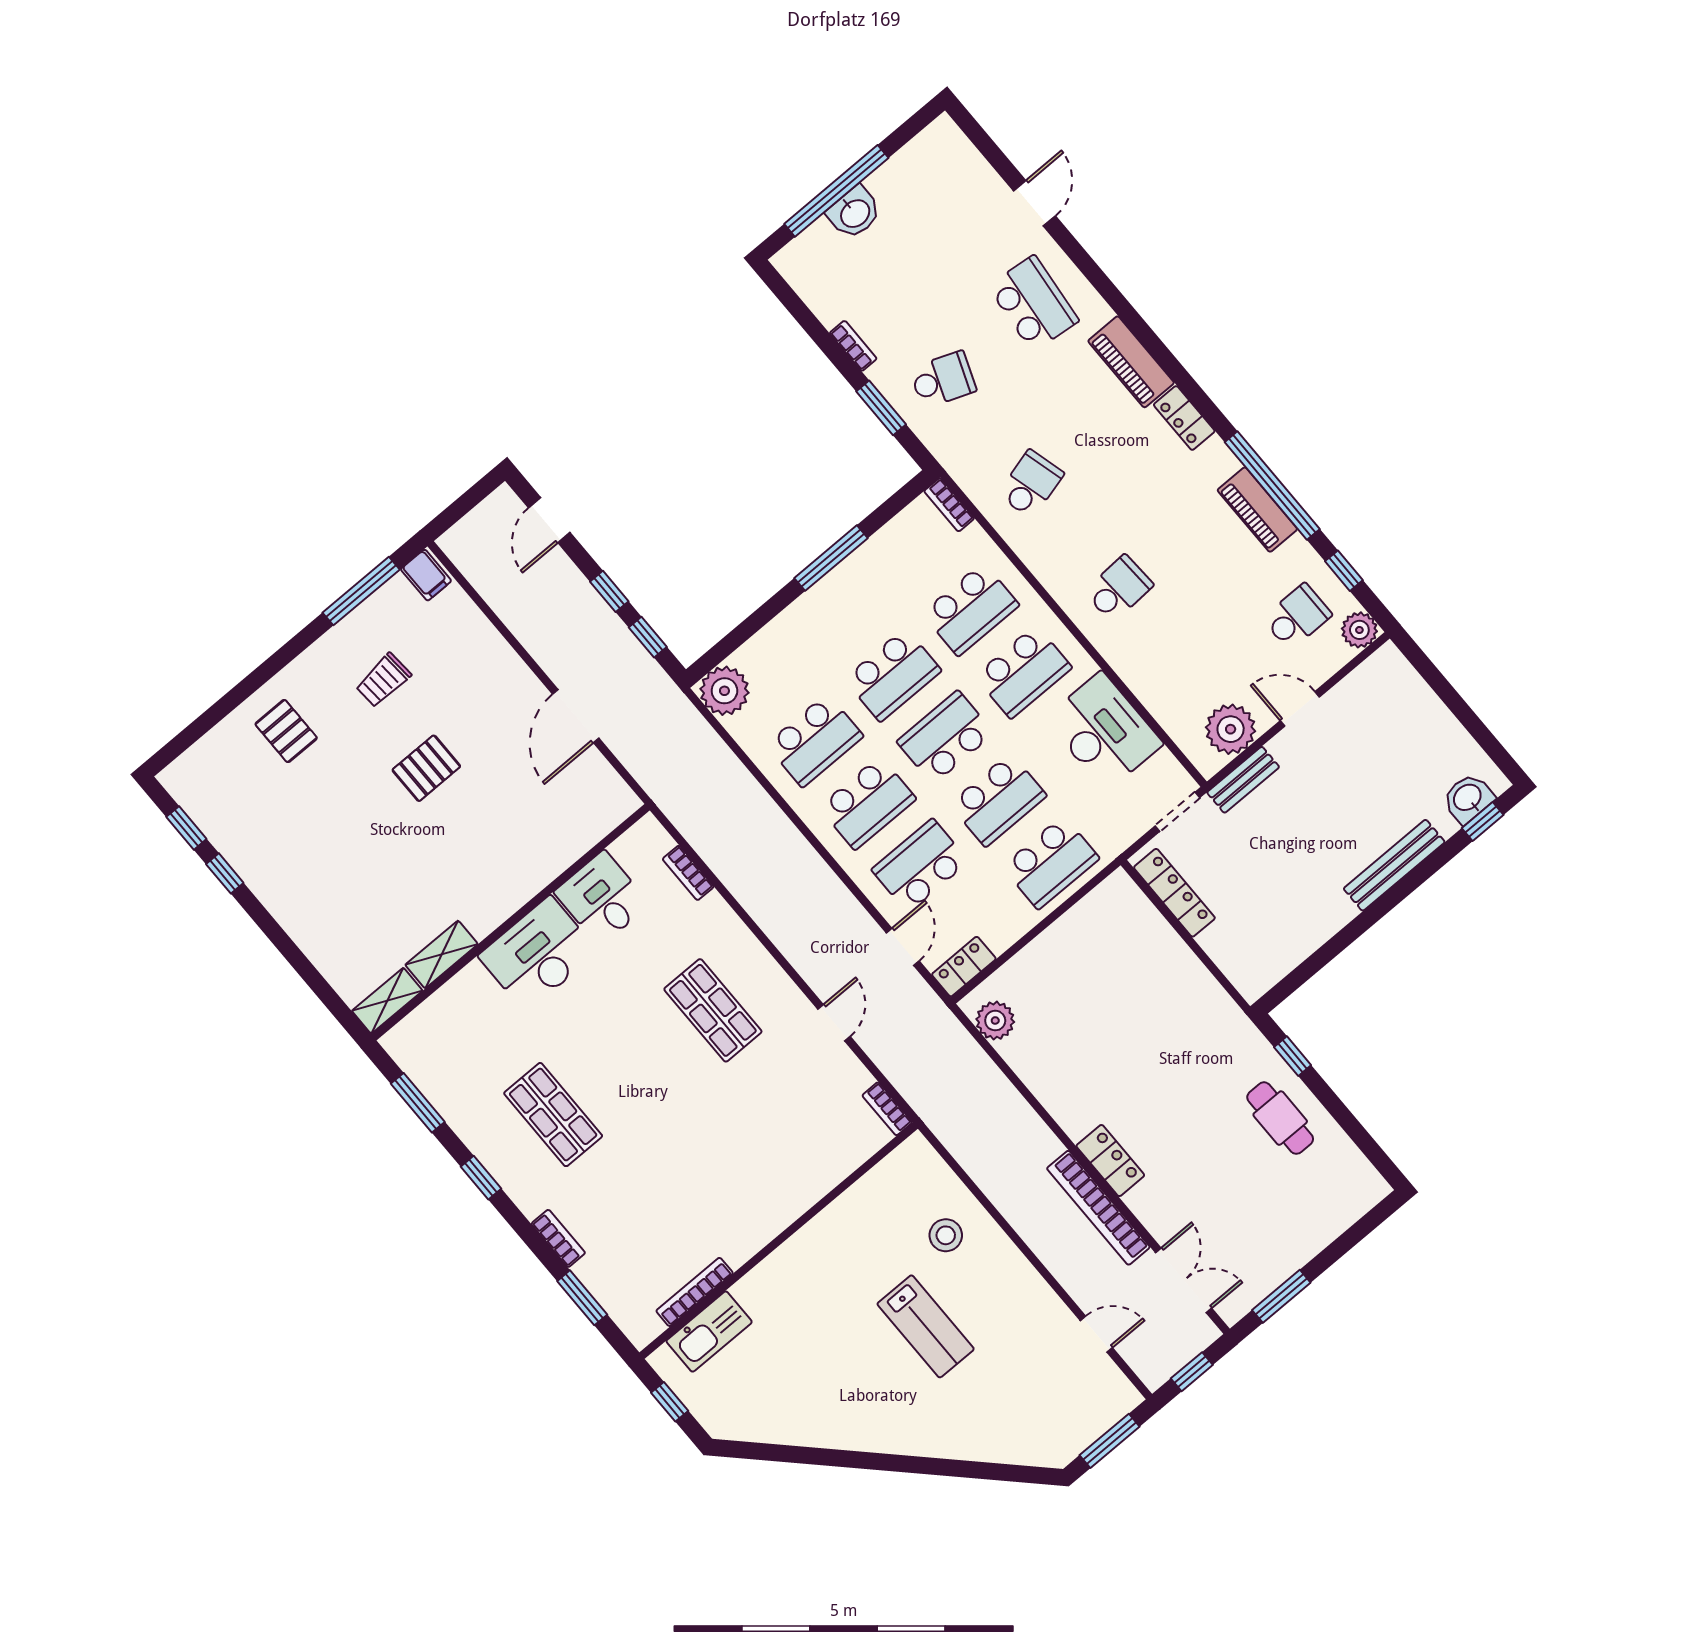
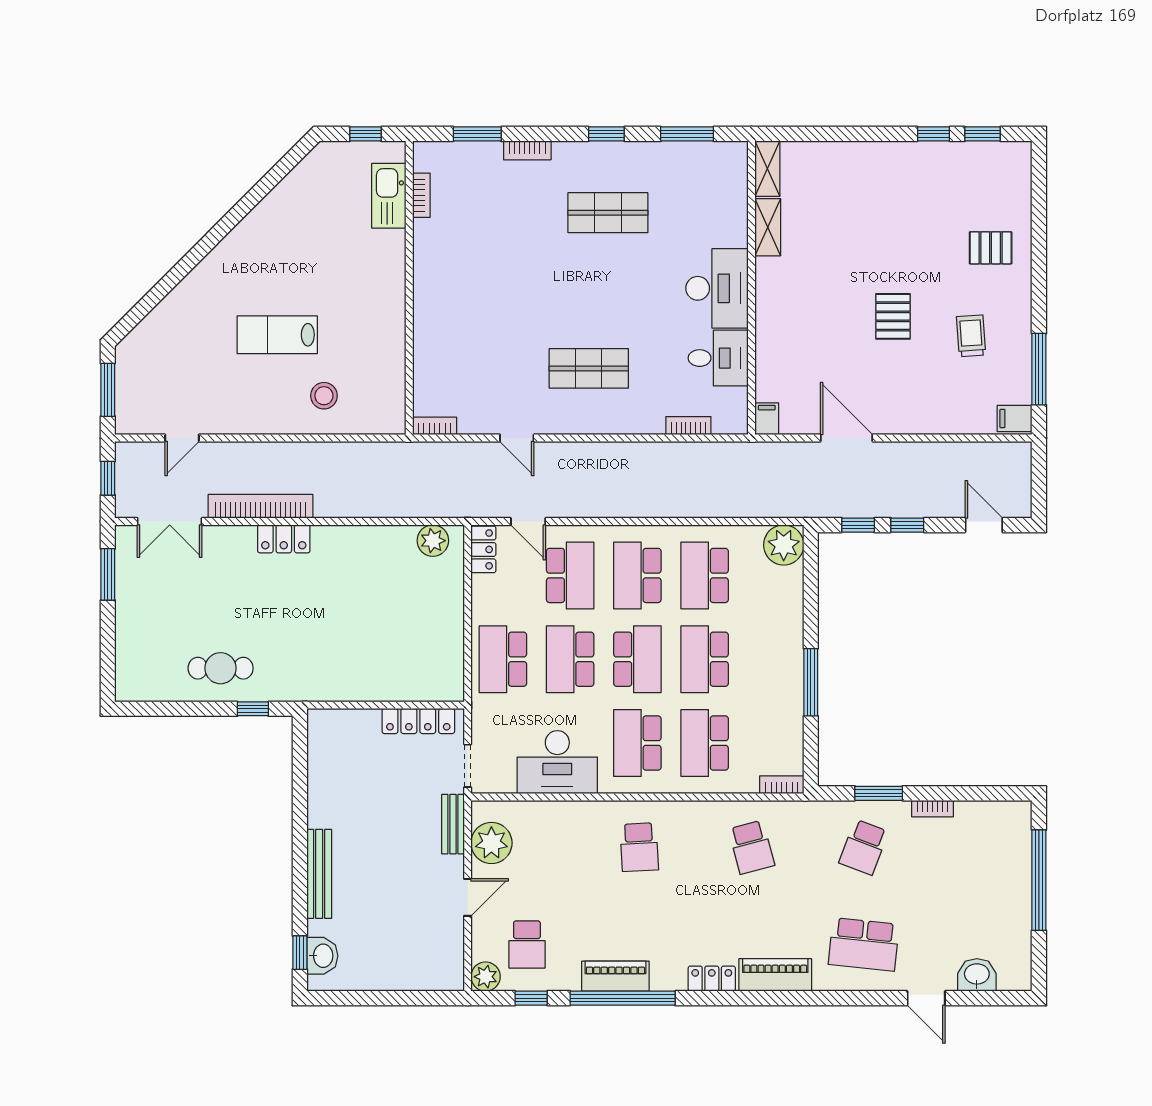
washbasin: (854, 213) -> (977, 975), moved, turned 90
filing cabinet: (620, 805) -> (767, 419), added
bookcase: (695, 1292) -> (421, 195), width x0.64

